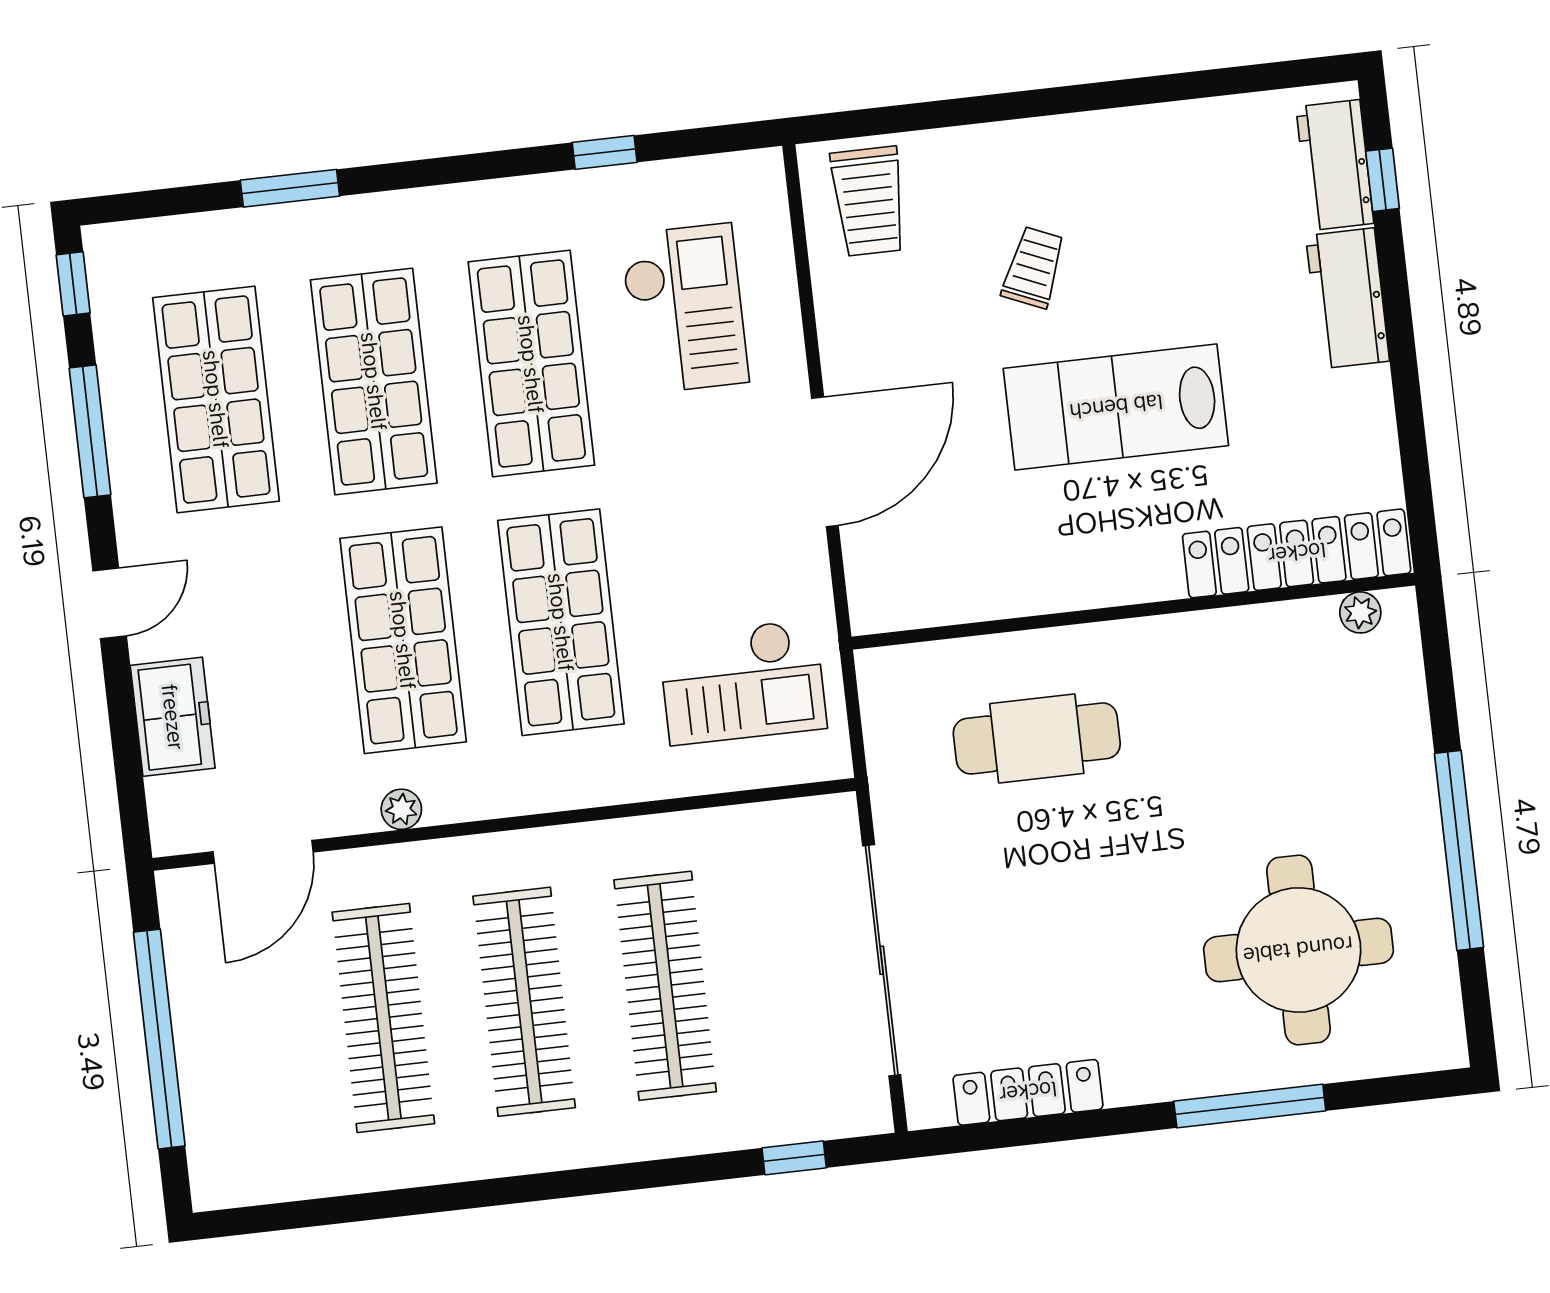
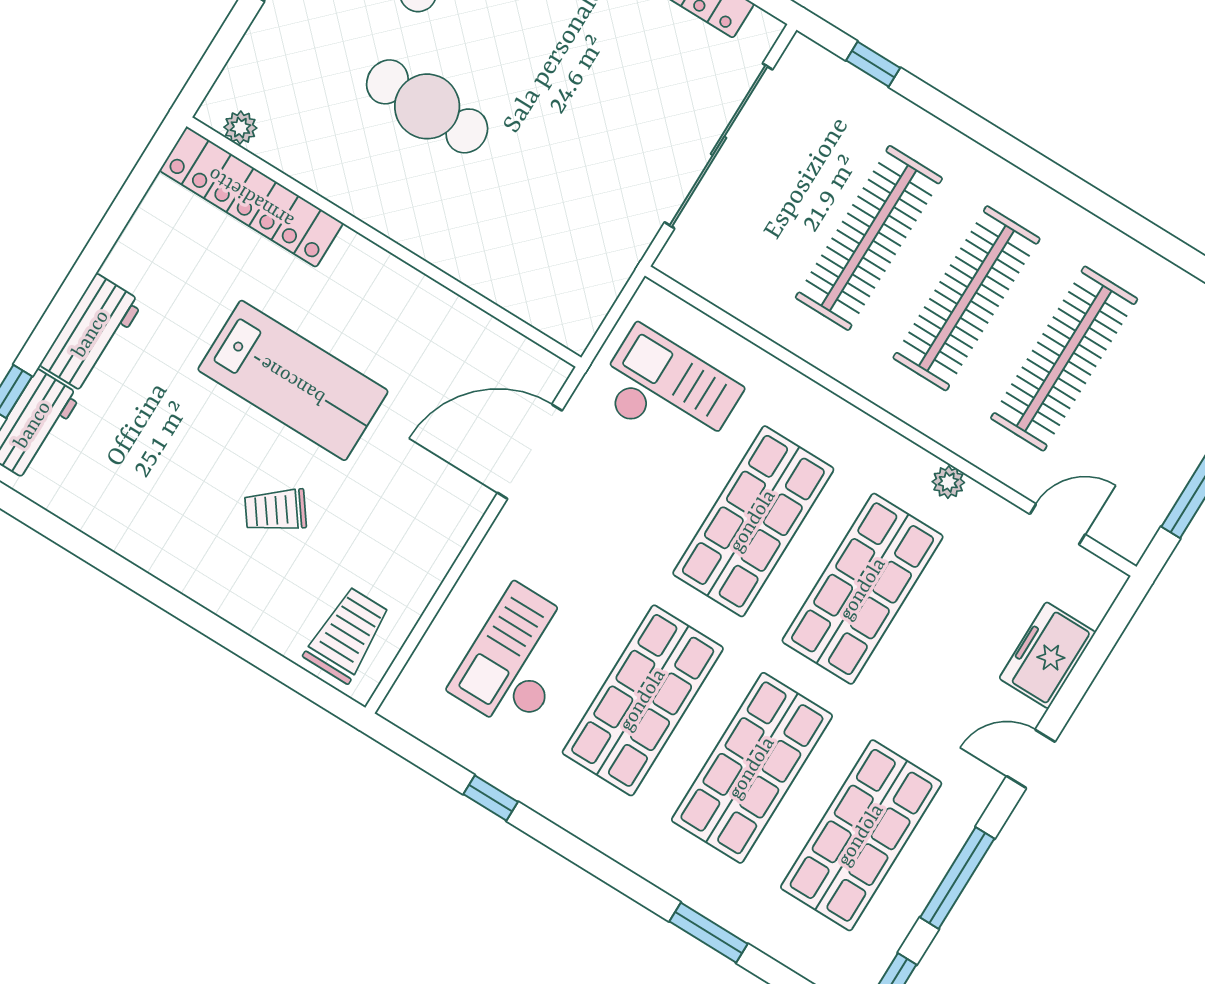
trolley: (1034, 267) -> (275, 510), turned 31
door: (825, 462) -> (530, 452), moved
cafe table: (1037, 738) -> (427, 106), moved
door: (263, 852) -> (1057, 524), width x0.73

